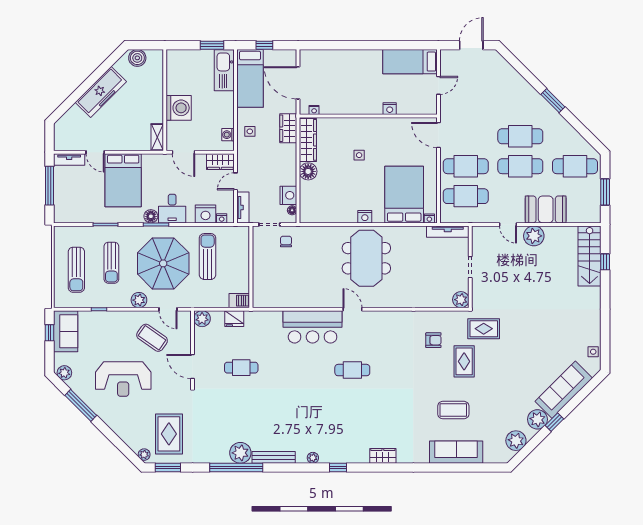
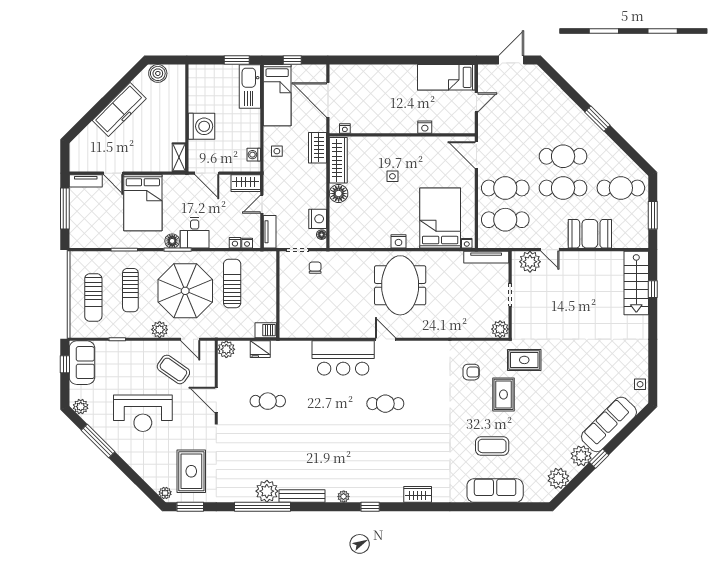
nightstand: (206, 214) -> (235, 243), width x0.53, depth x0.56
plant: (534, 236) -> (530, 262), moved

